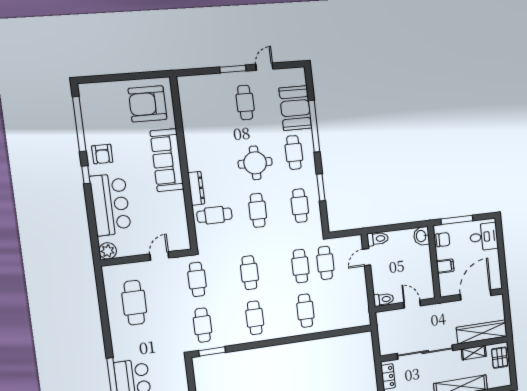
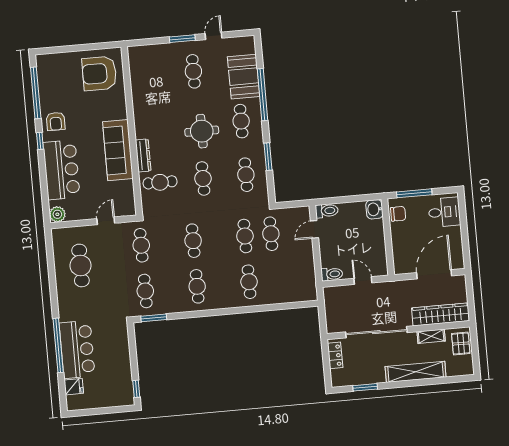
sofa: (167, 160) -> (118, 150), moved
filing cabinet: (445, 266) -> (400, 242), removed

